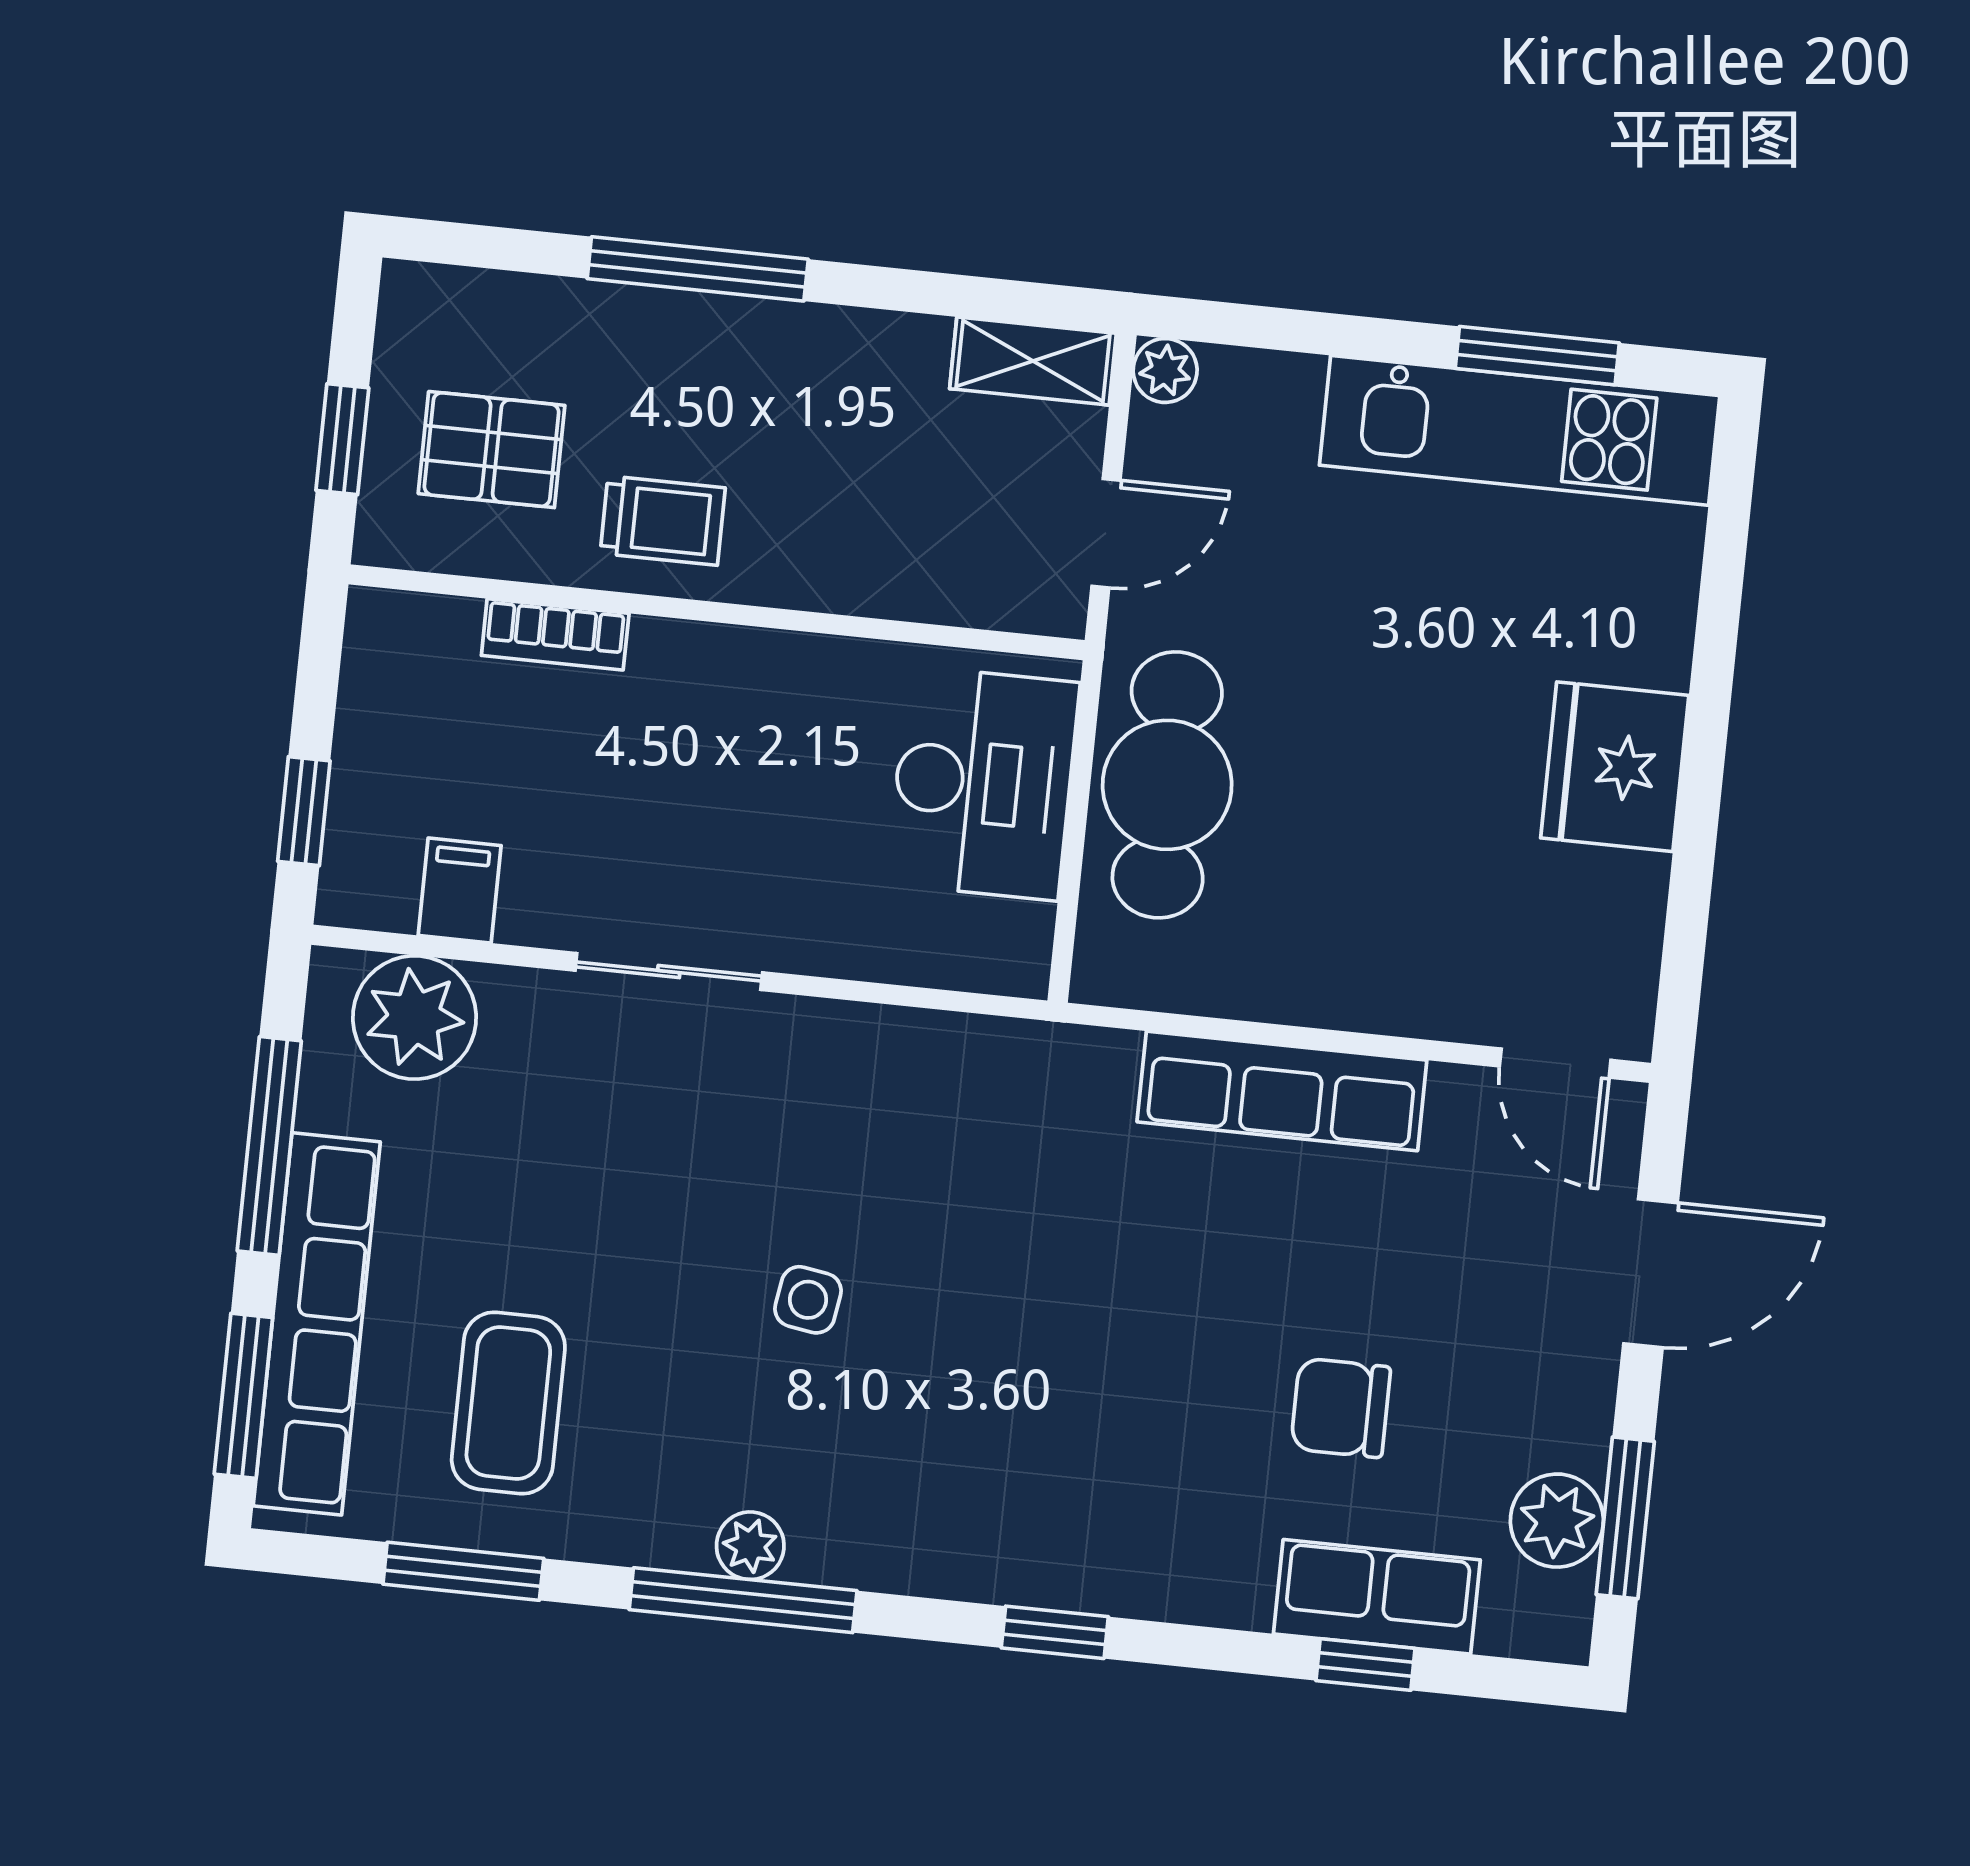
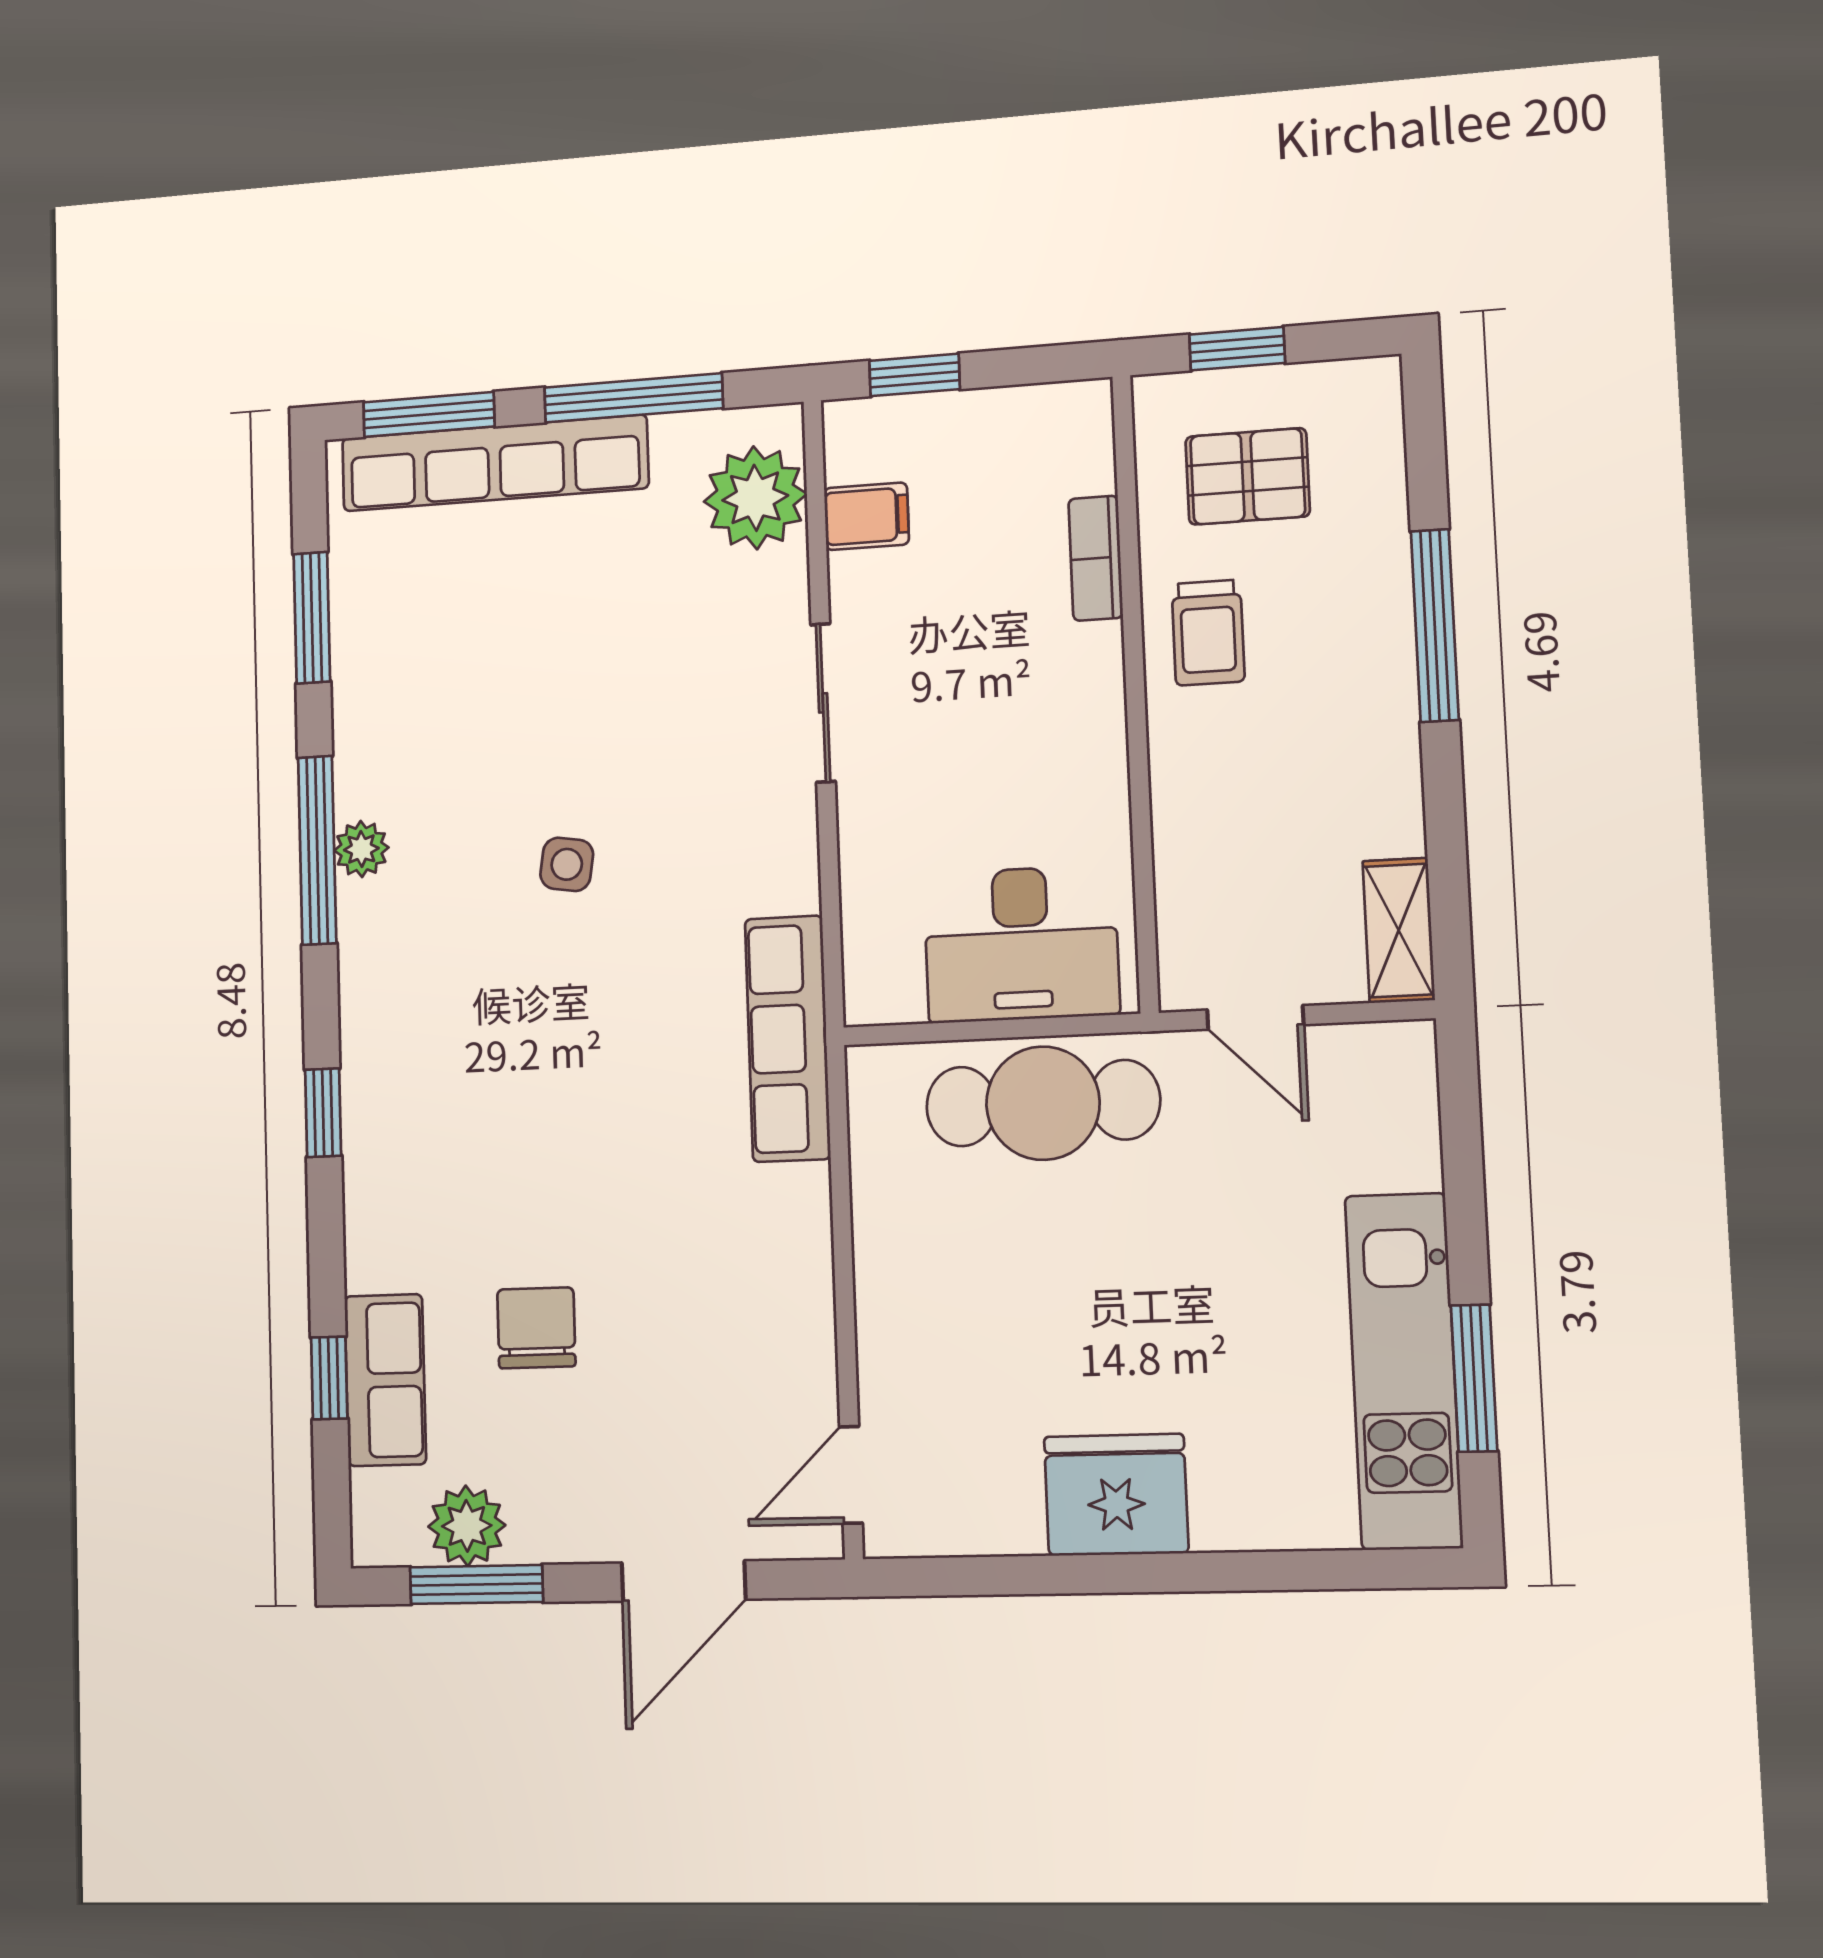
plant: (1165, 370) -> (1408, 1048), removed
pallet: (492, 450) -> (1248, 476), turned 90
row of seats: (1282, 1091) -> (788, 1039), moved
door: (1650, 1273) -> (684, 1581), hinge flipped
coffee table: (508, 1403) -> (451, 631), removed

